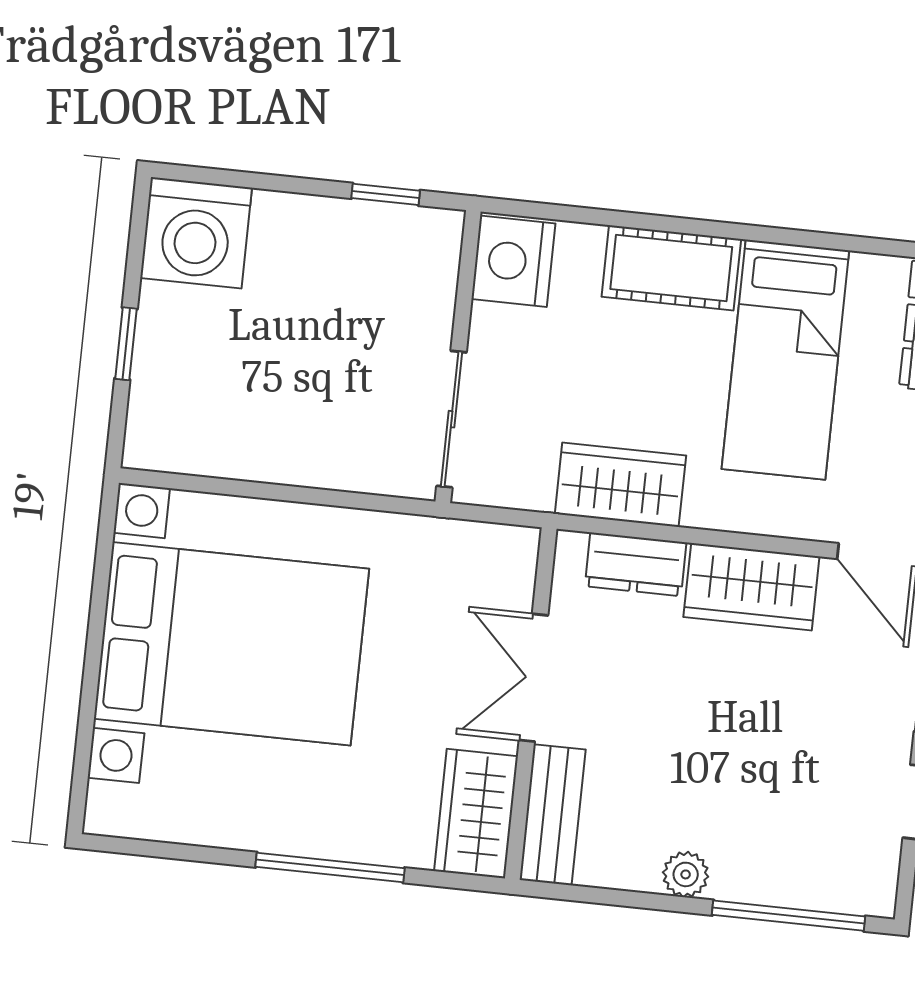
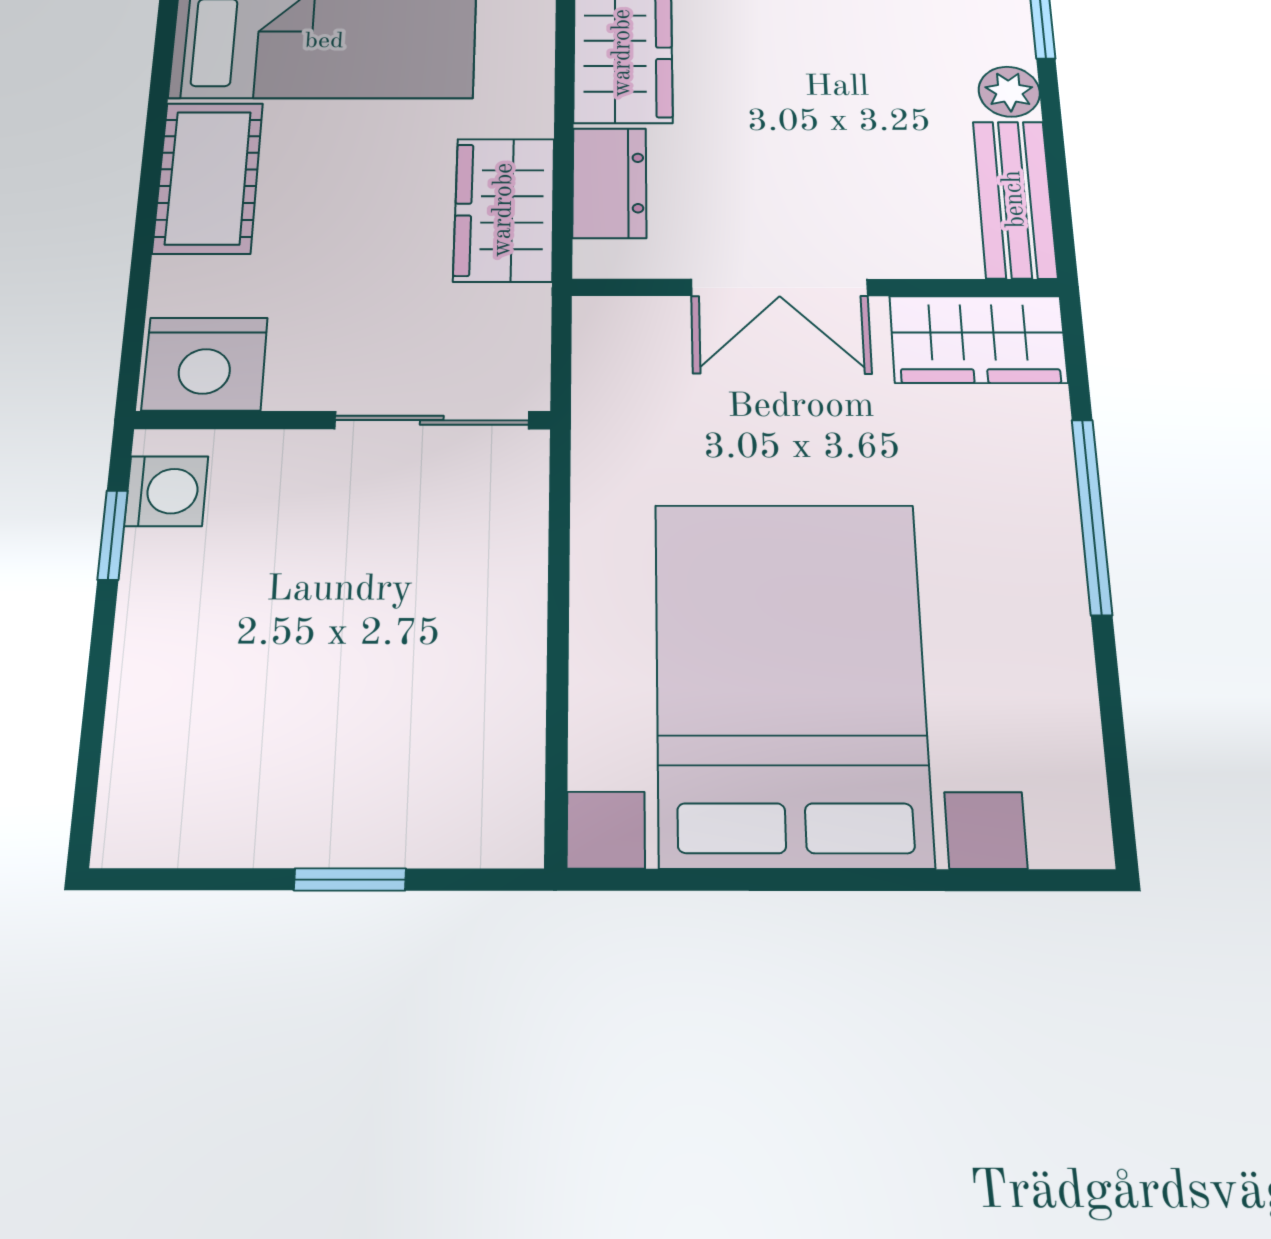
washing machine: (196, 233) -> (166, 491), moved, width x0.53, depth x0.53
bench: (553, 815) -> (1015, 199), moved, turned 90

